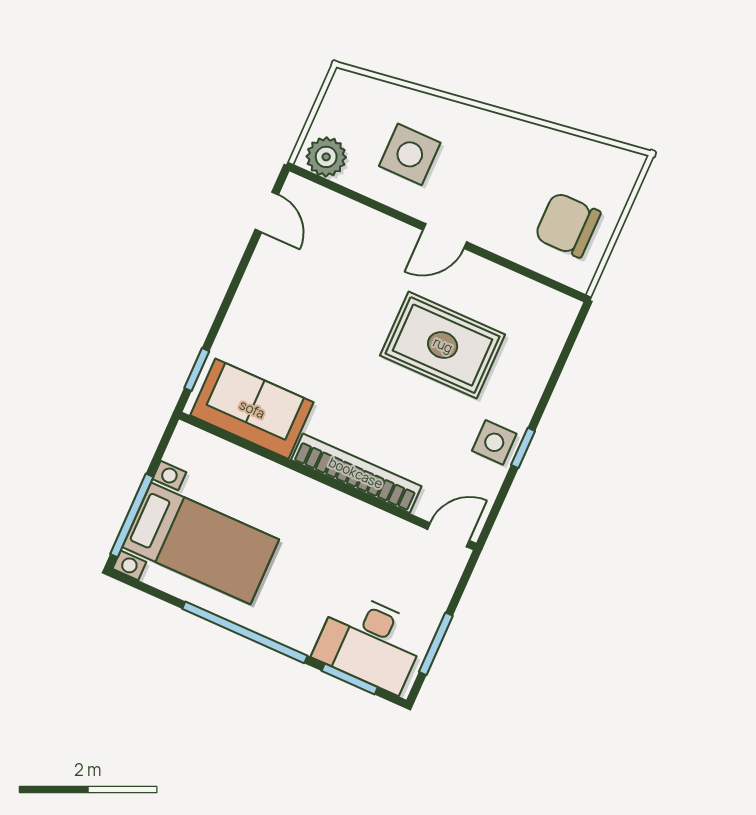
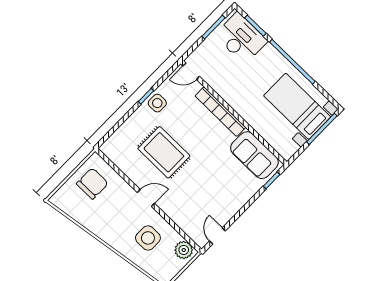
chair: (568, 225) -> (92, 184), turned -90

